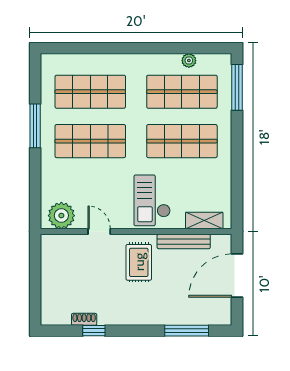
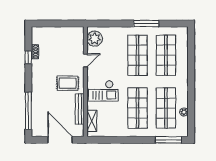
checkout: (152, 200) -> (103, 91), turned 180
window: (187, 331) -> (28, 111), width x1.46

